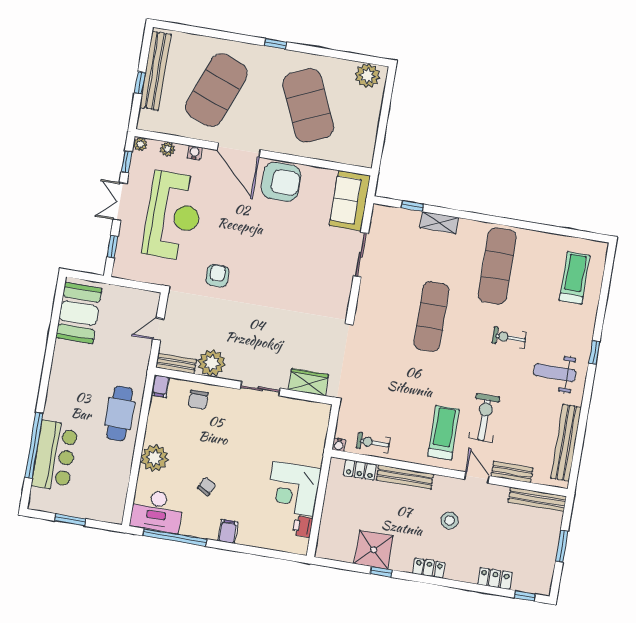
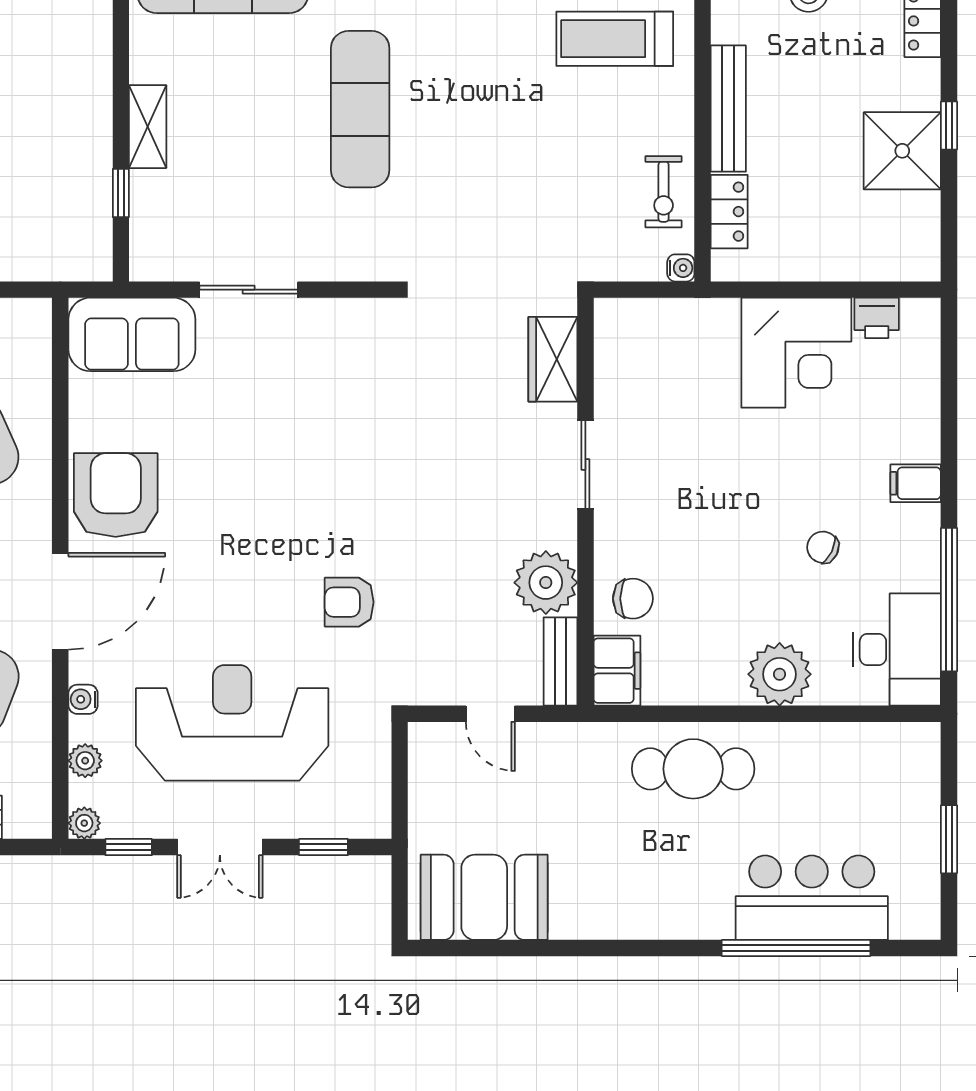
exercise mat: (431, 316) -> (360, 109), turned 90
filing cabinet: (160, 386) -> (617, 671), width x2.00

